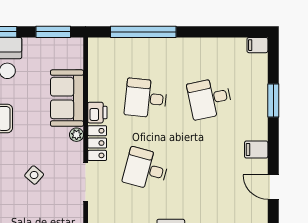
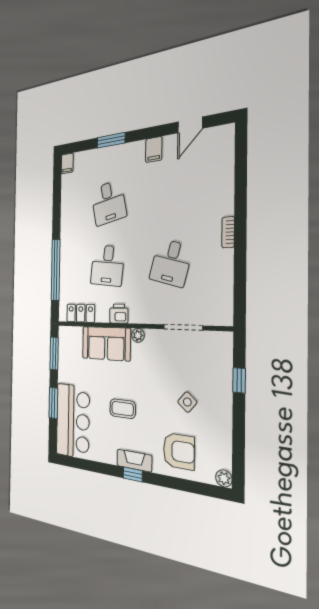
locker: (97, 143) -> (81, 313), moved
side table: (34, 175) -> (187, 402), moved

